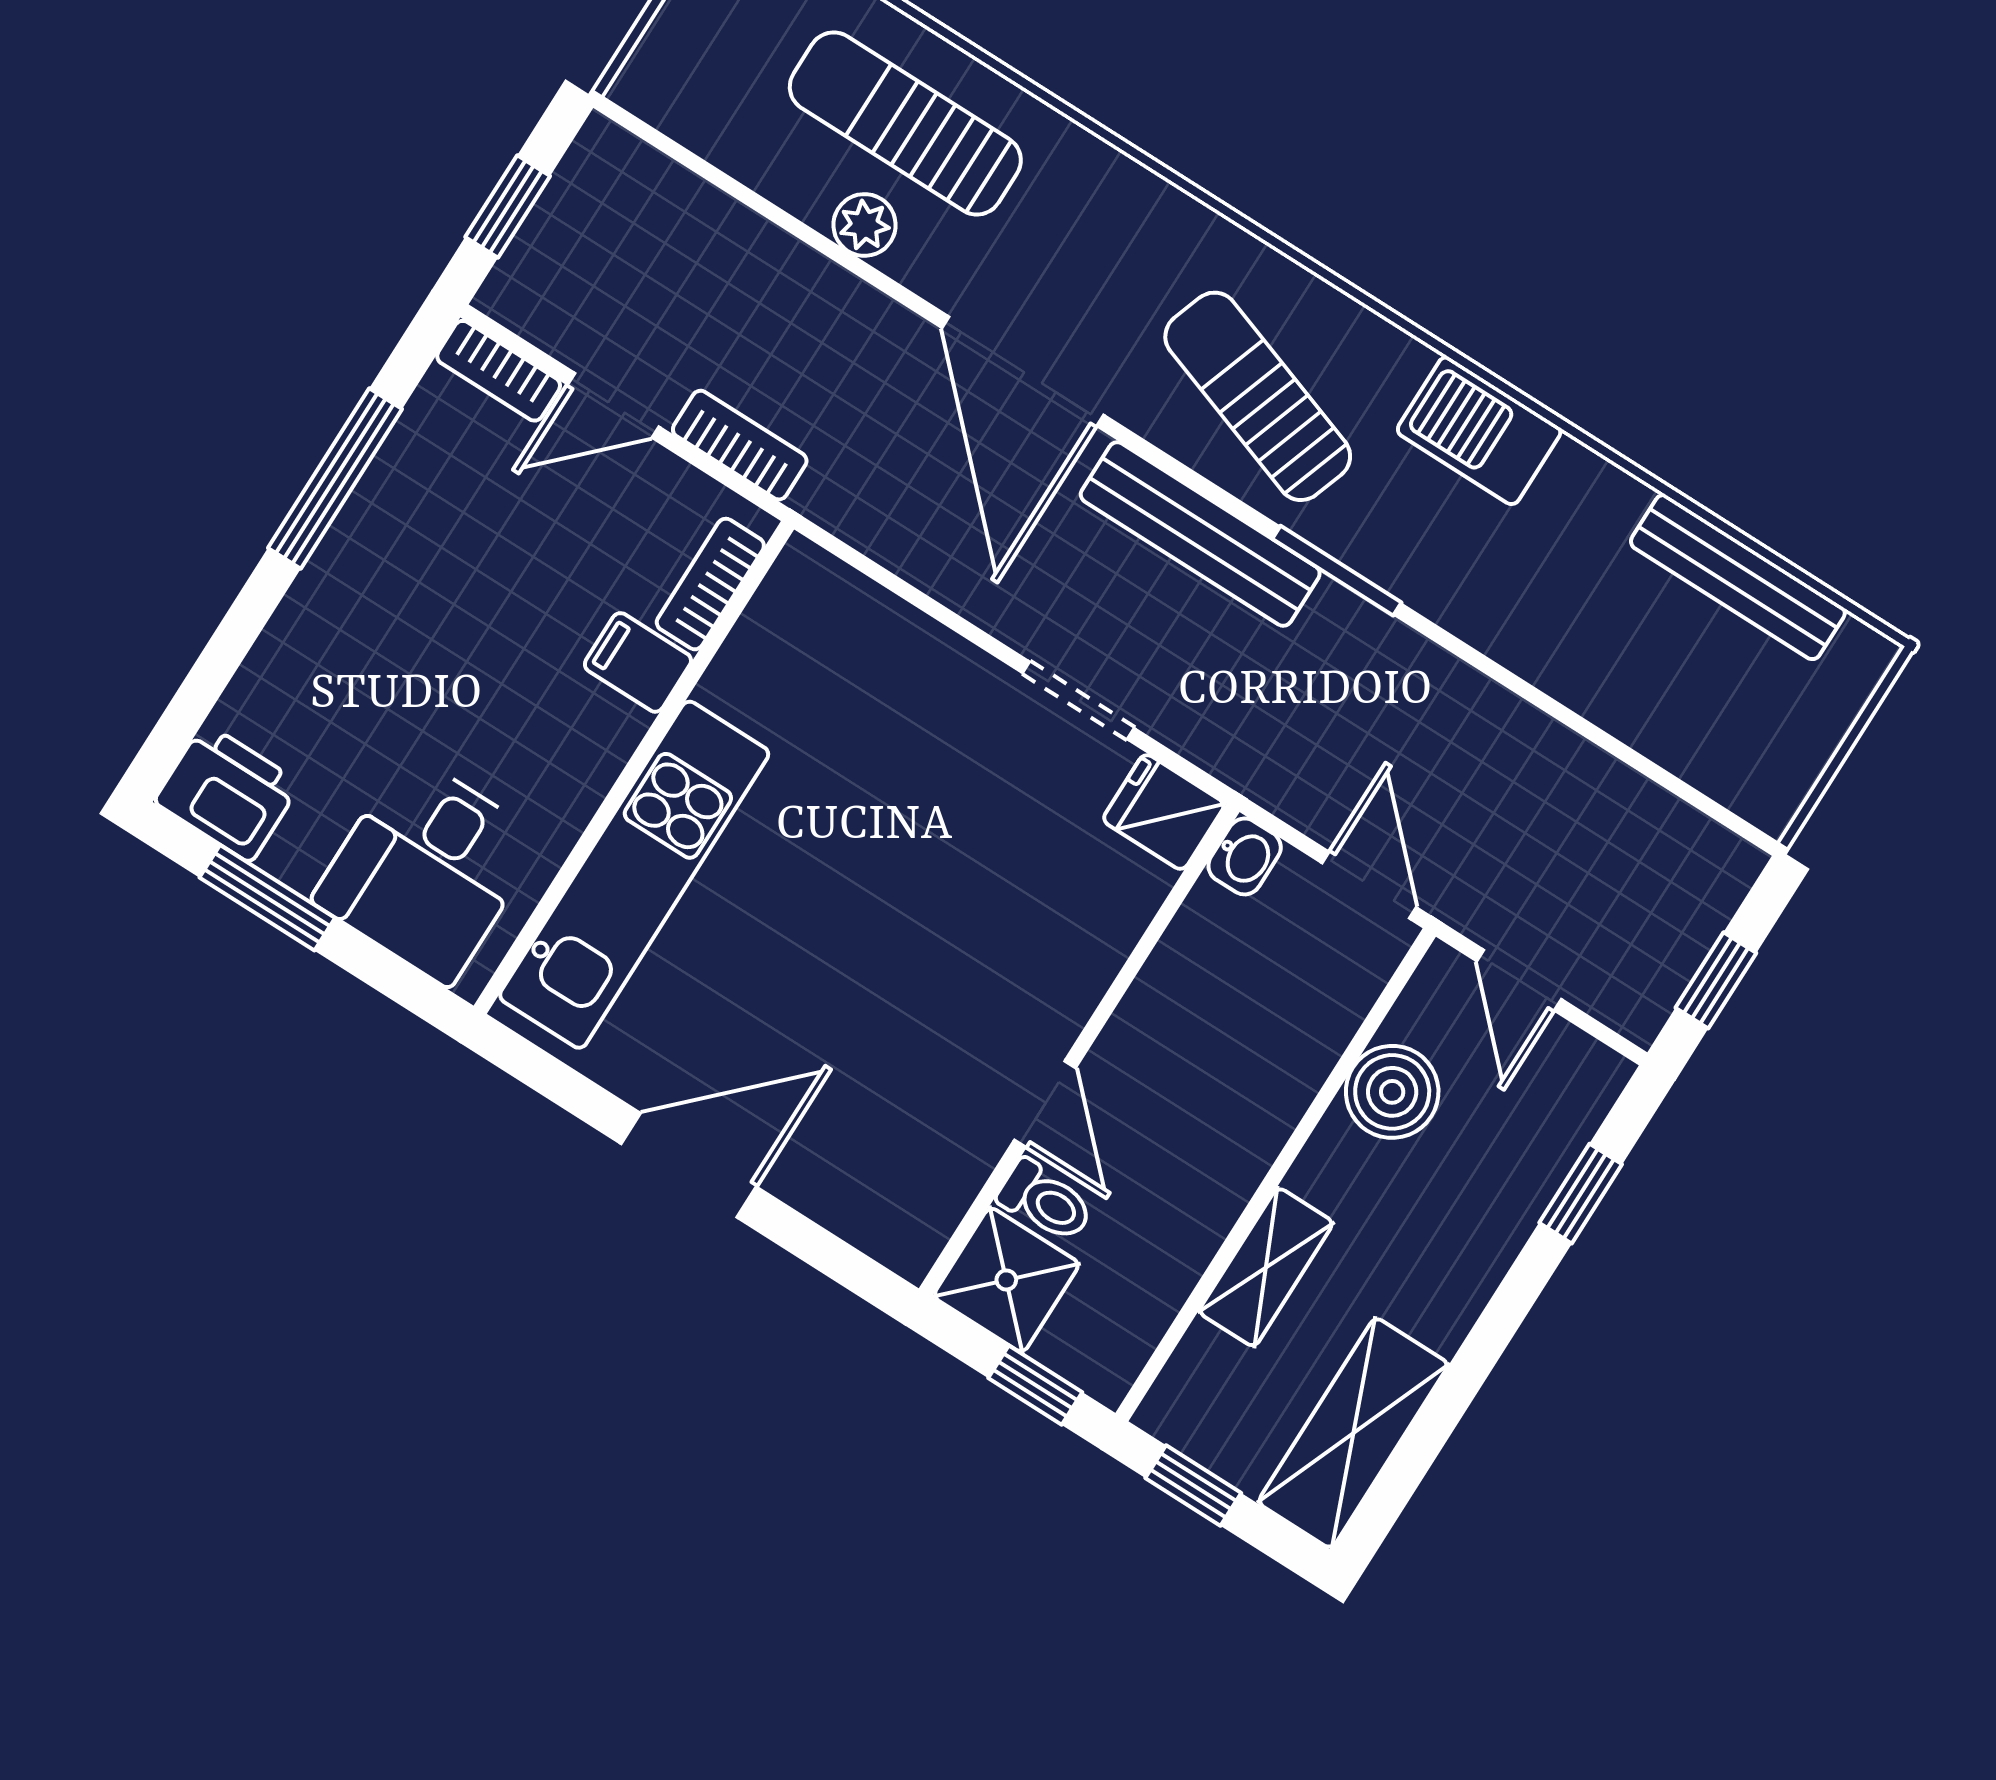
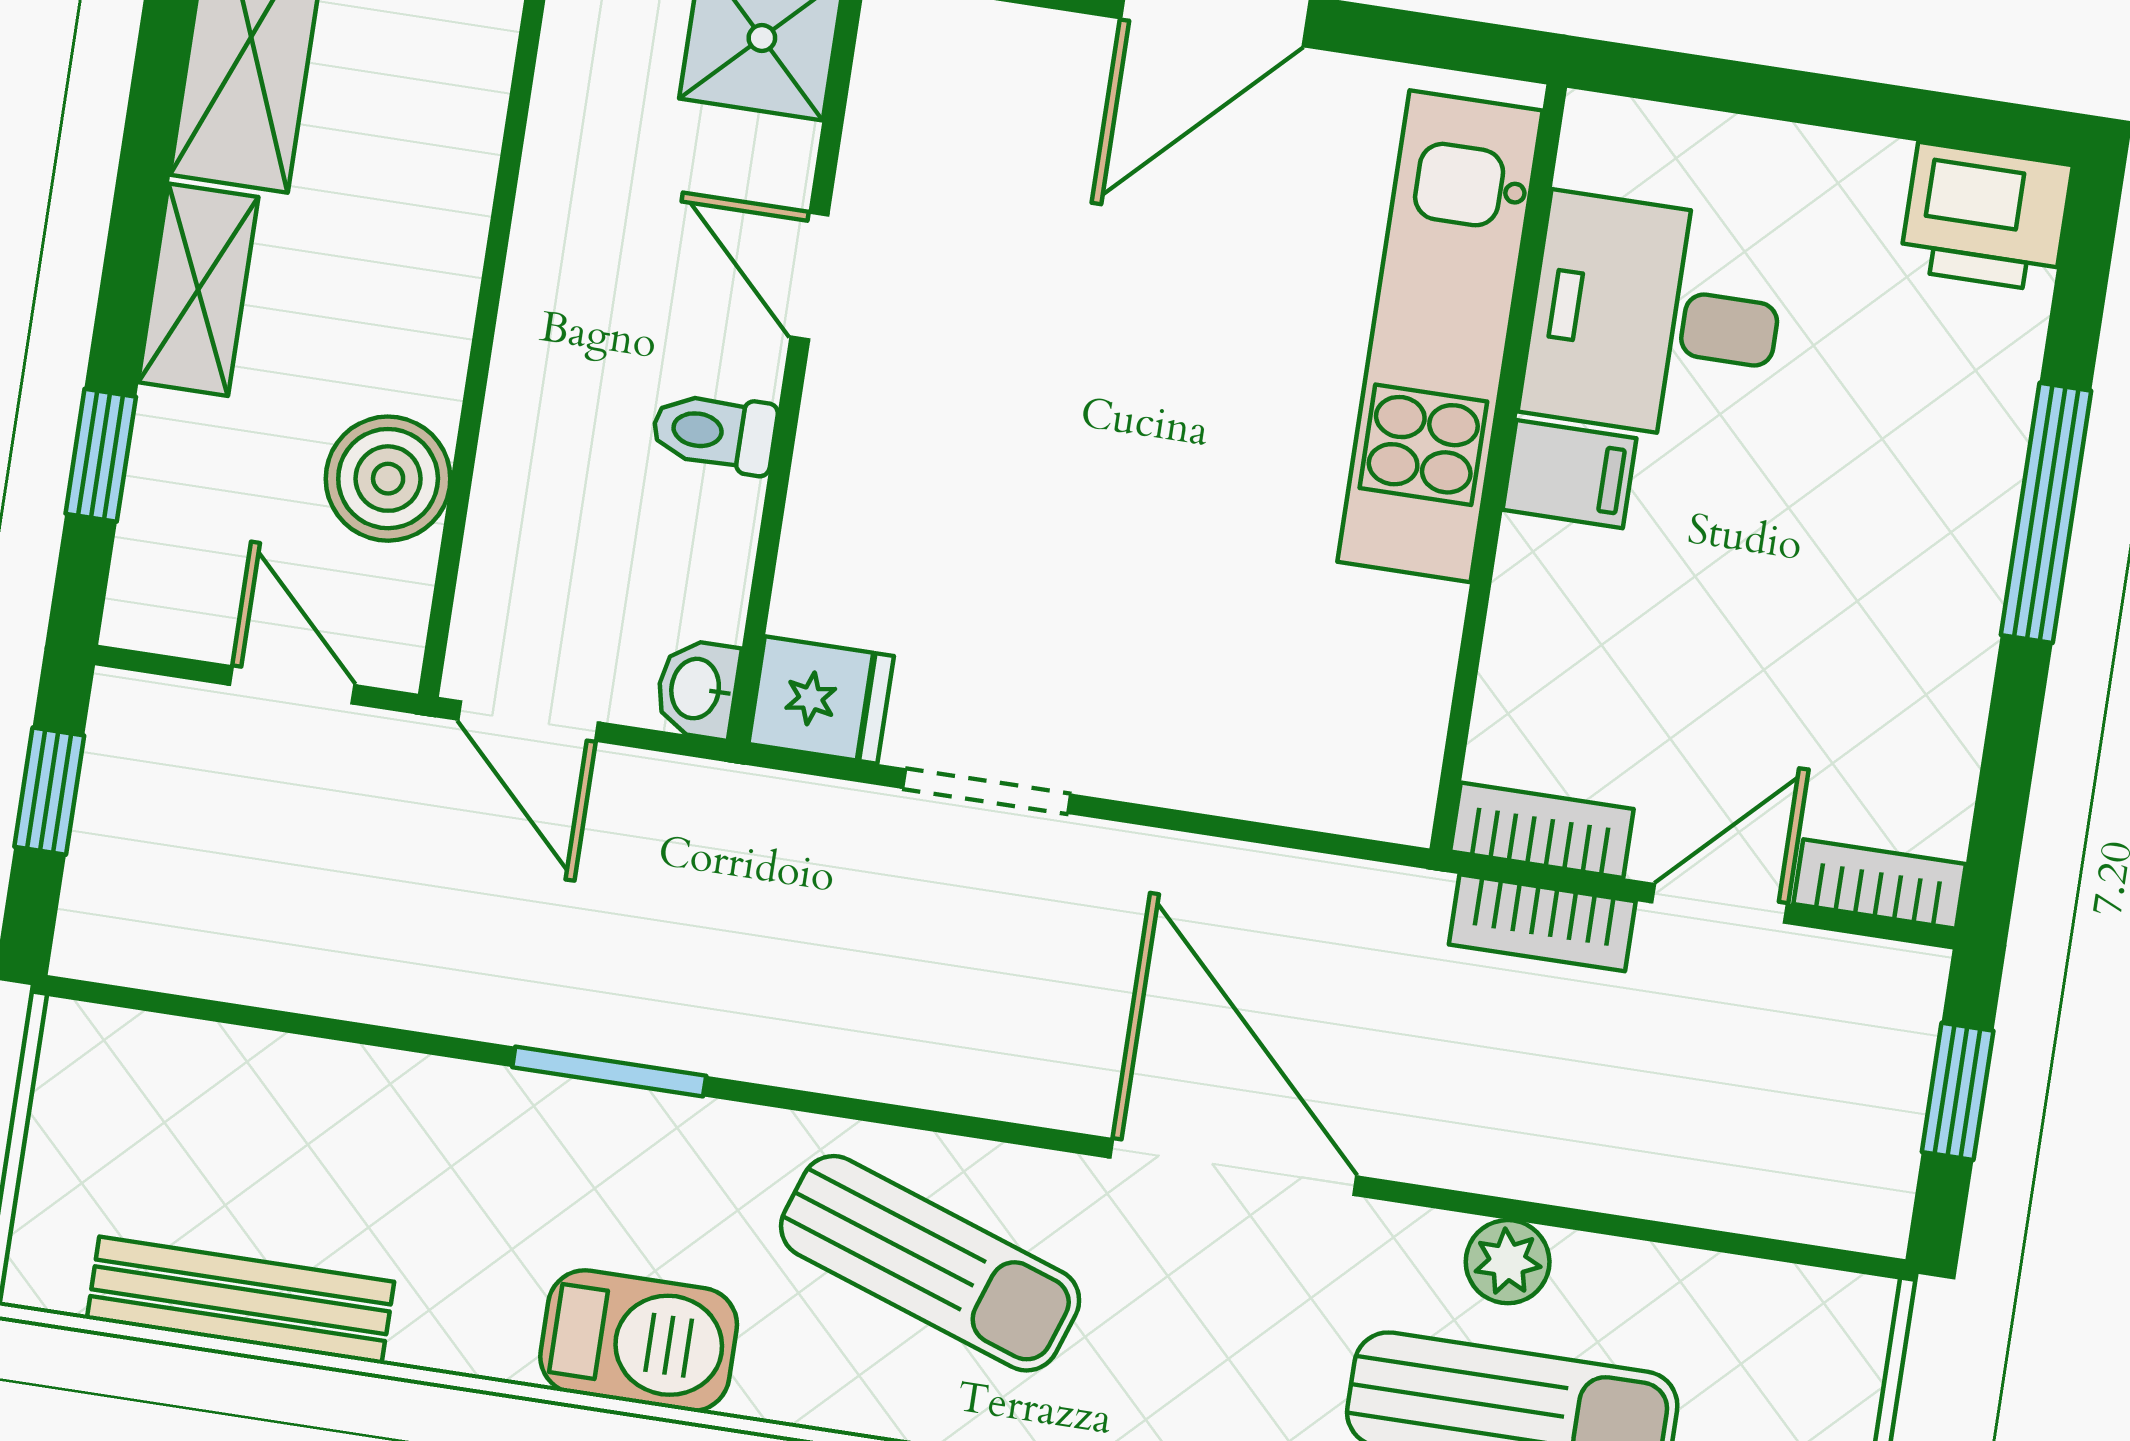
window: (335, 478) -> (2046, 513), moved
bench: (1200, 534) -> (927, 1062), removed
window: (1337, 571) -> (609, 1071), moved
bookcase: (710, 584) -> (1542, 830), moved, turned -90
filing cabinet: (638, 662) -> (1569, 474), moved
desk: (427, 870) -> (1655, 319), moved, turned -90
window: (267, 898) -> (1880, 109), removed
toilet: (1045, 1201) -> (714, 432), moved
shelving: (1266, 1267) -> (198, 290), moved

